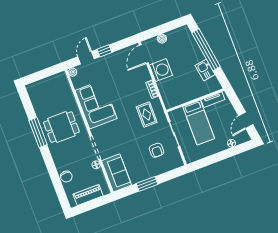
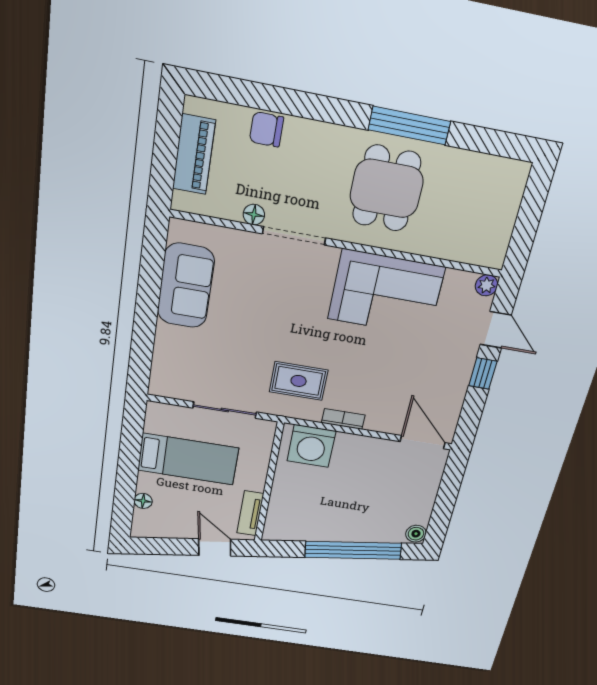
boiler: (162, 39) -> (416, 534), moved
washing machine: (161, 70) -> (311, 446), moved
kitchen sink: (205, 70) -> (316, 529), removed
door: (246, 120) -> (215, 547), moved
bed: (199, 122) -> (188, 459), moved, turned 180
armchair: (157, 150) -> (211, 358), removed
sofa: (116, 173) -> (186, 286), moved, turned -90
window: (147, 184) -> (148, 299), removed

